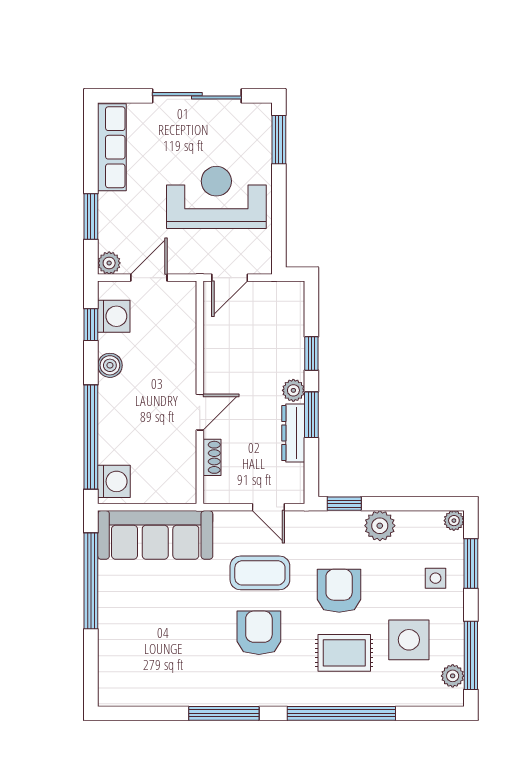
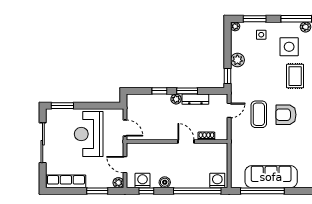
sofa: (155, 535) -> (271, 177), moved, turned -90
armchair: (339, 591) -> (267, 78), removed

